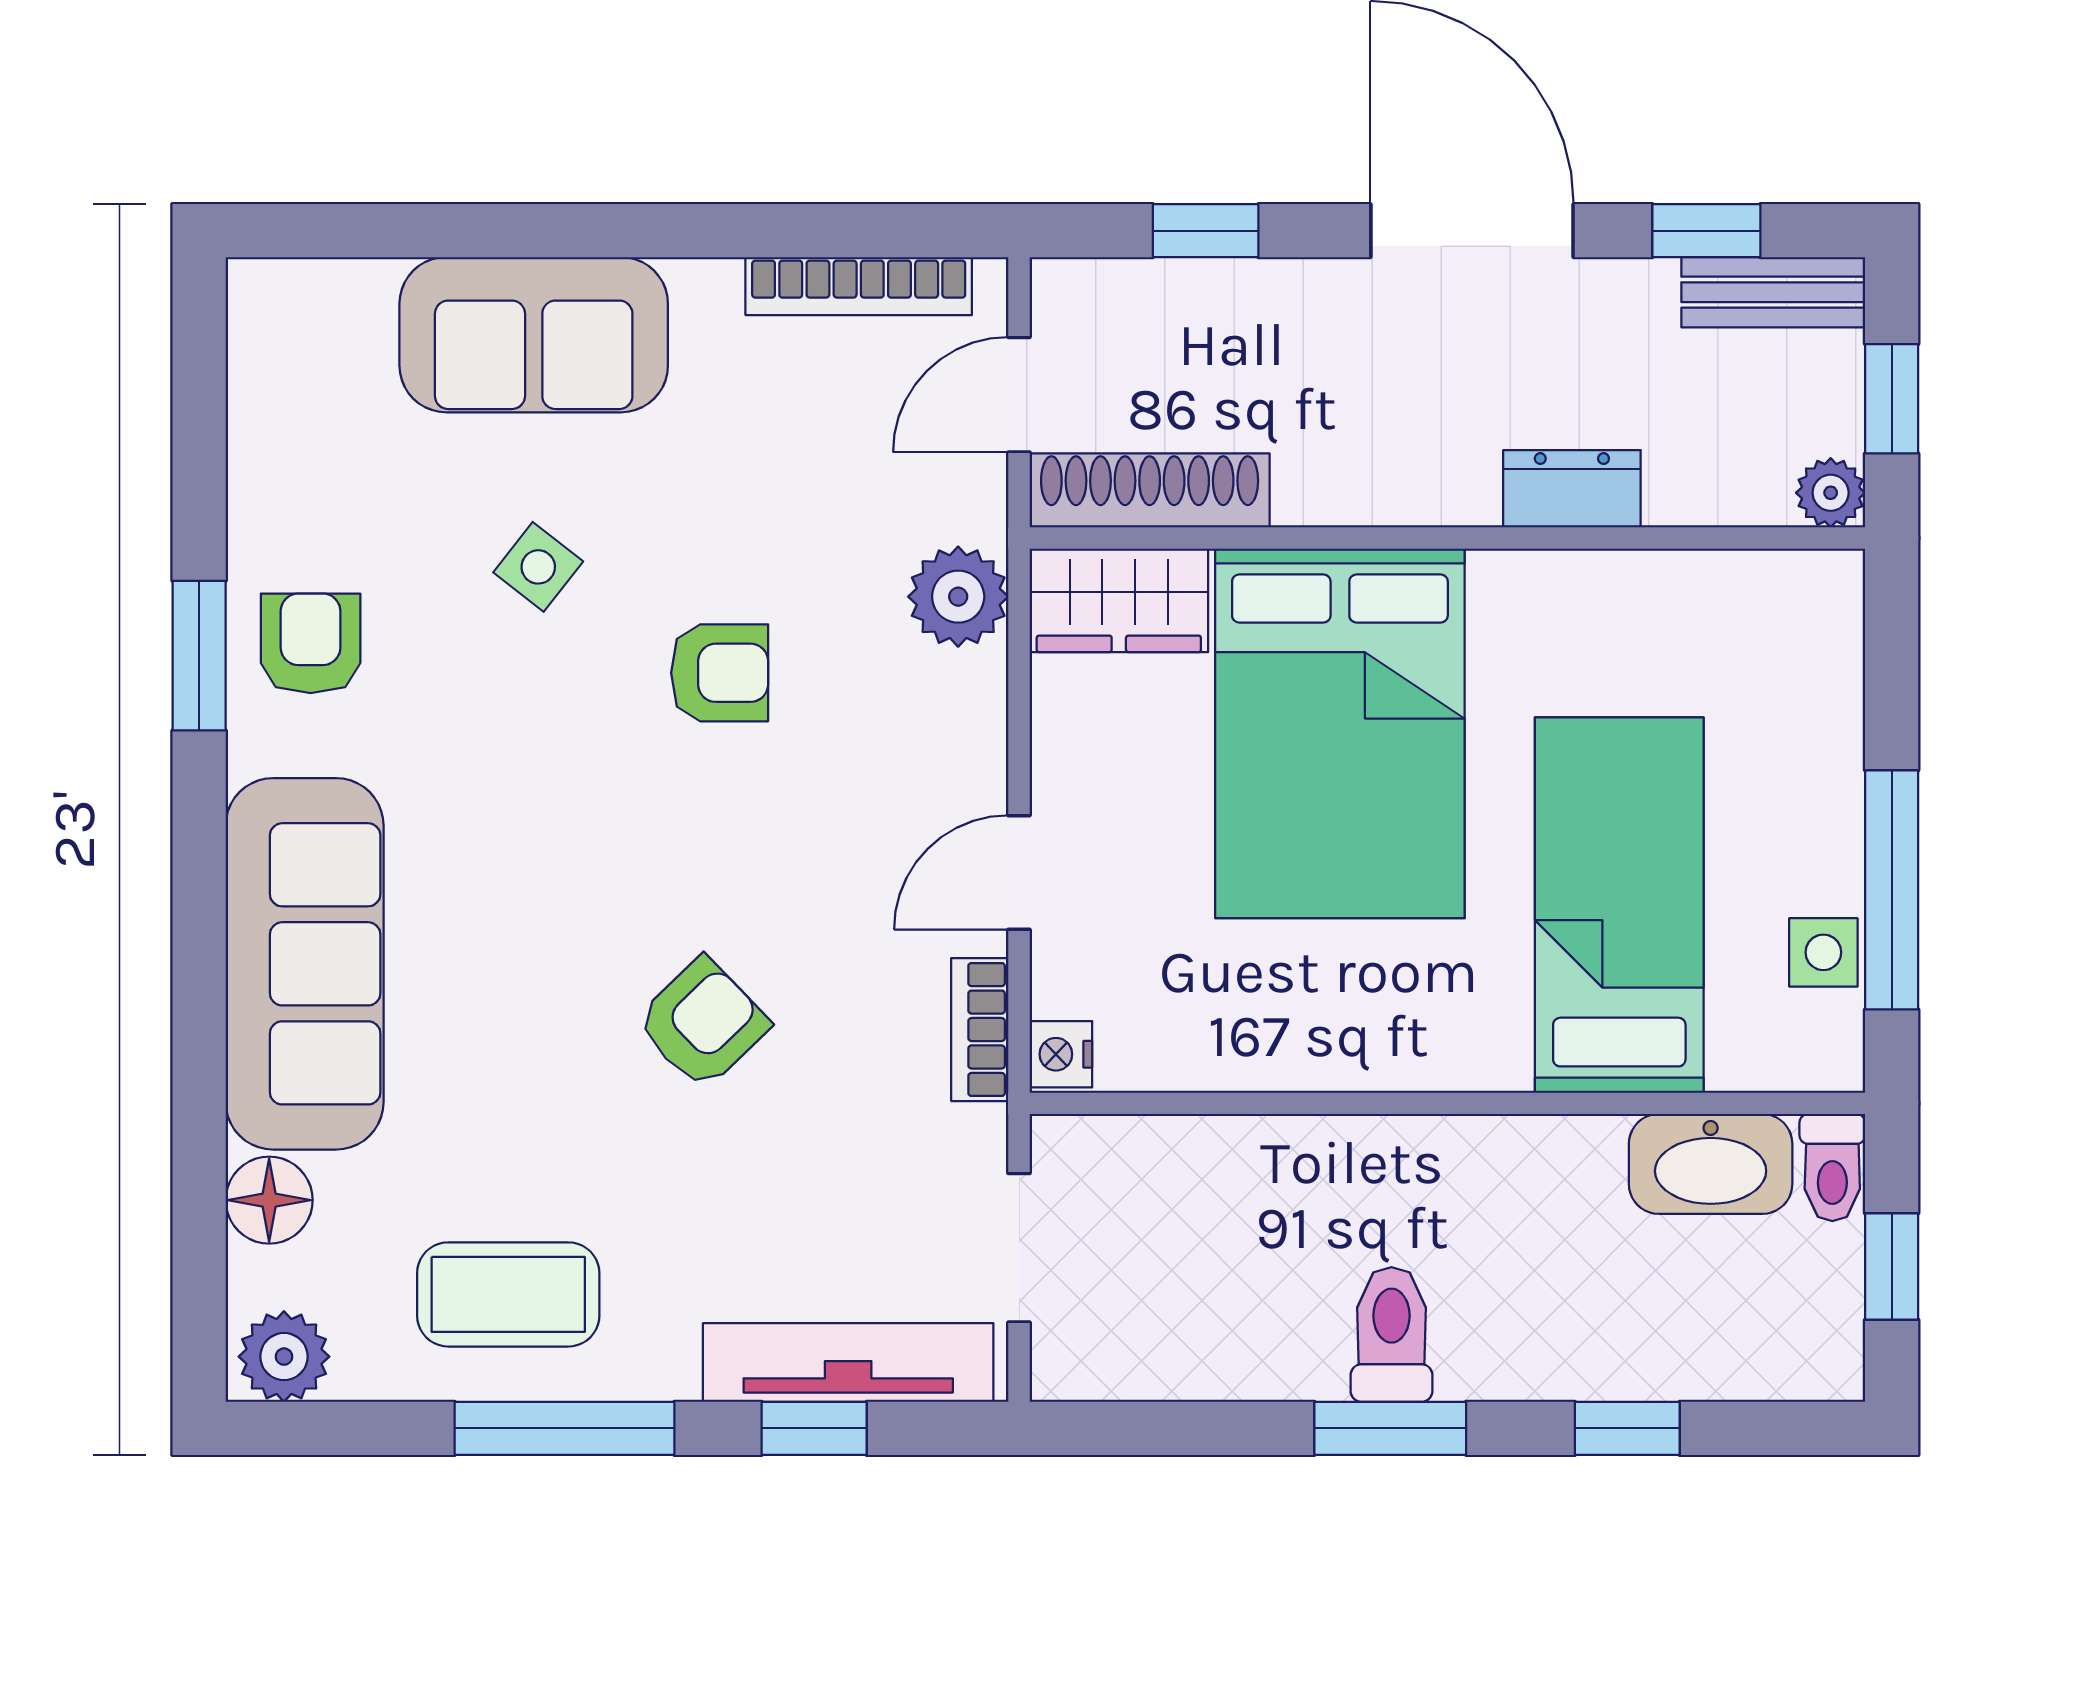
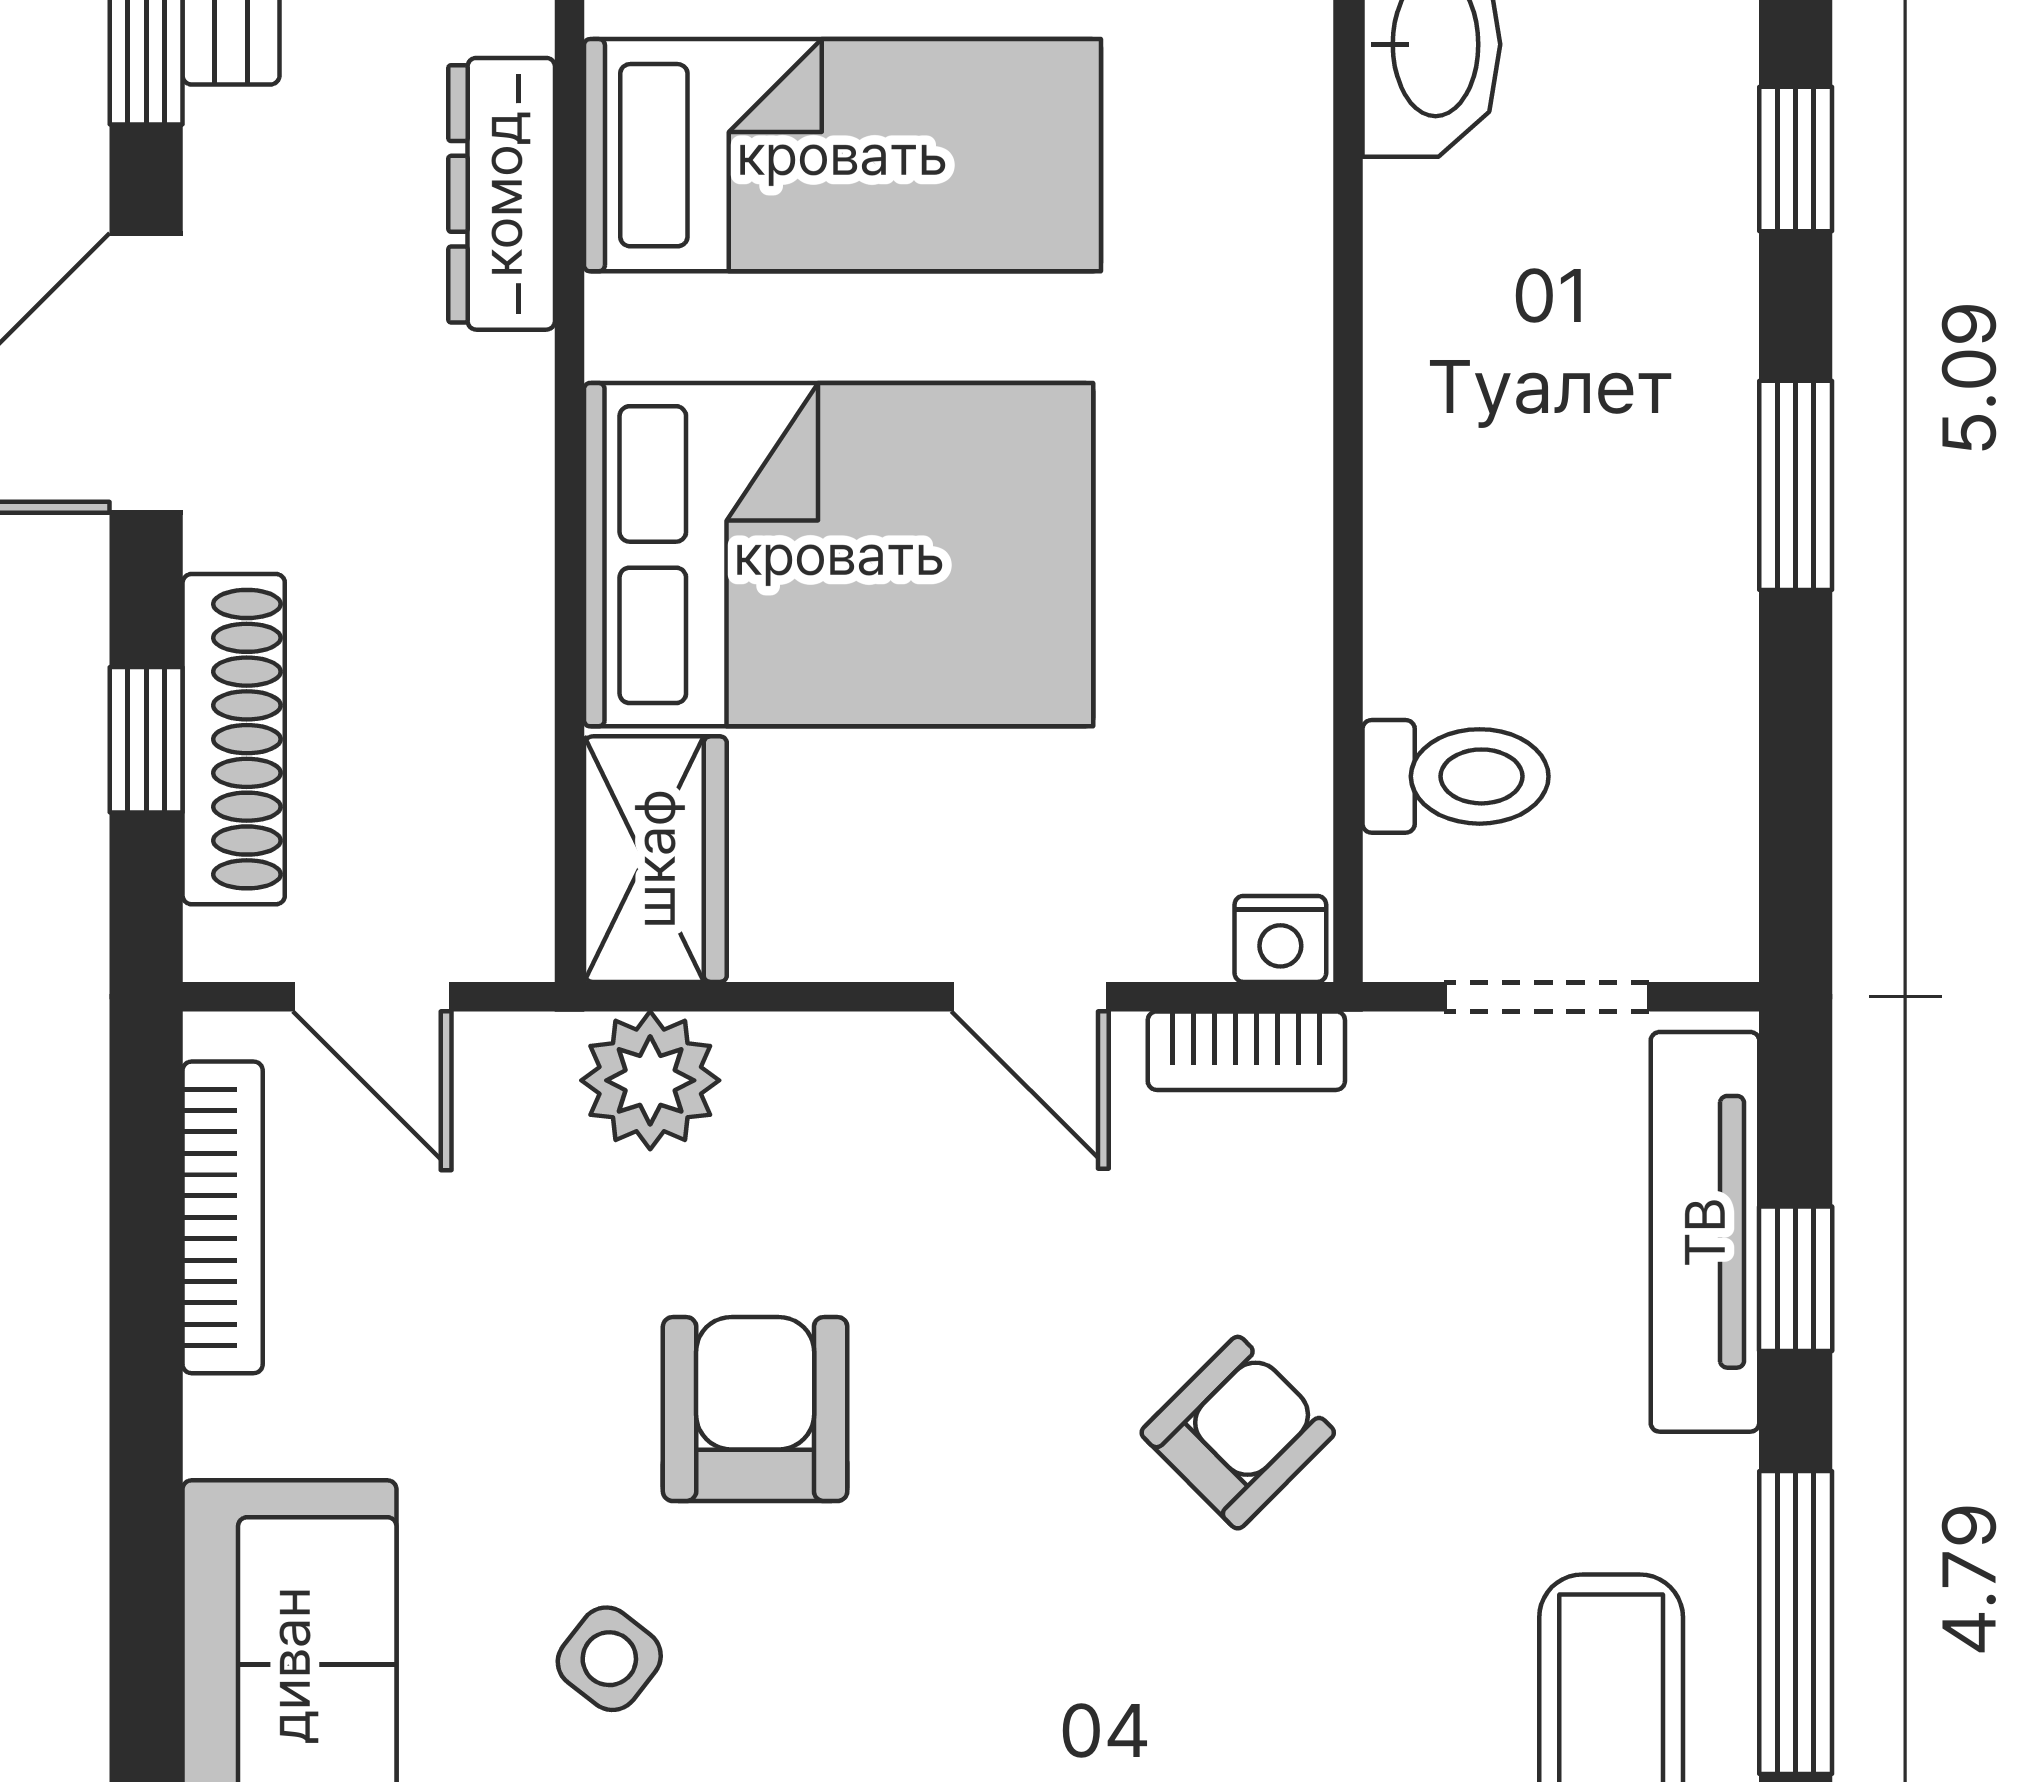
dresser: (1572, 489) -> (502, 194), width x1.44
shoe rack: (1150, 490) -> (234, 739), moved, turned 180
armchair: (720, 673) -> (755, 1409), width x1.38, depth x1.38
bed: (1619, 905) -> (842, 155), moved, turned 180
armchair: (702, 1023) -> (1238, 1433), turned 89
toilet: (1391, 1335) -> (1455, 776), moved, turned 180

